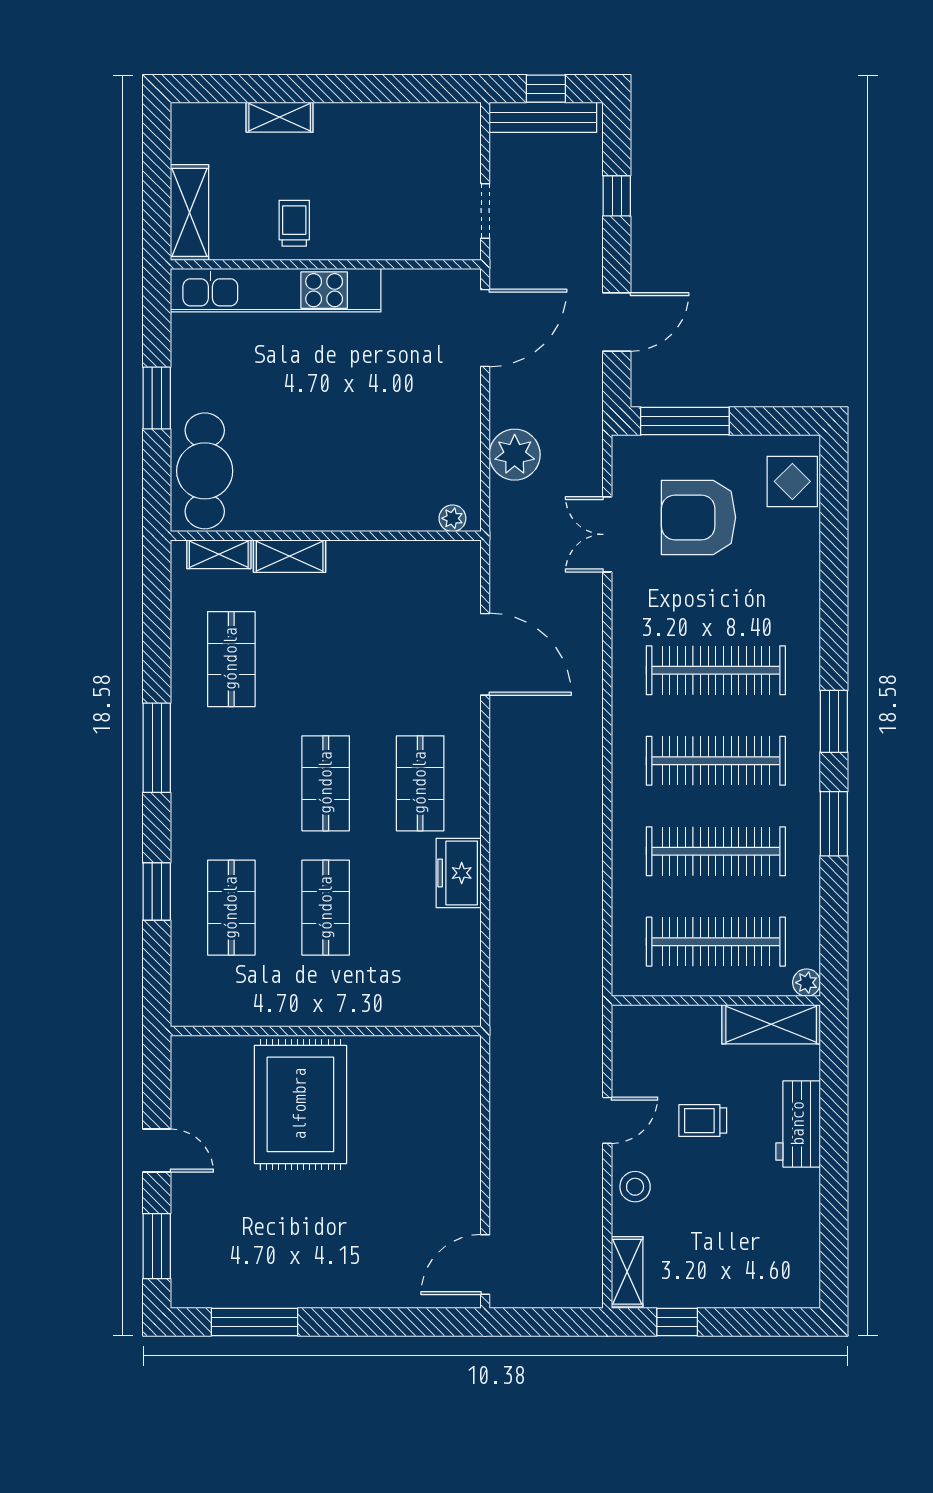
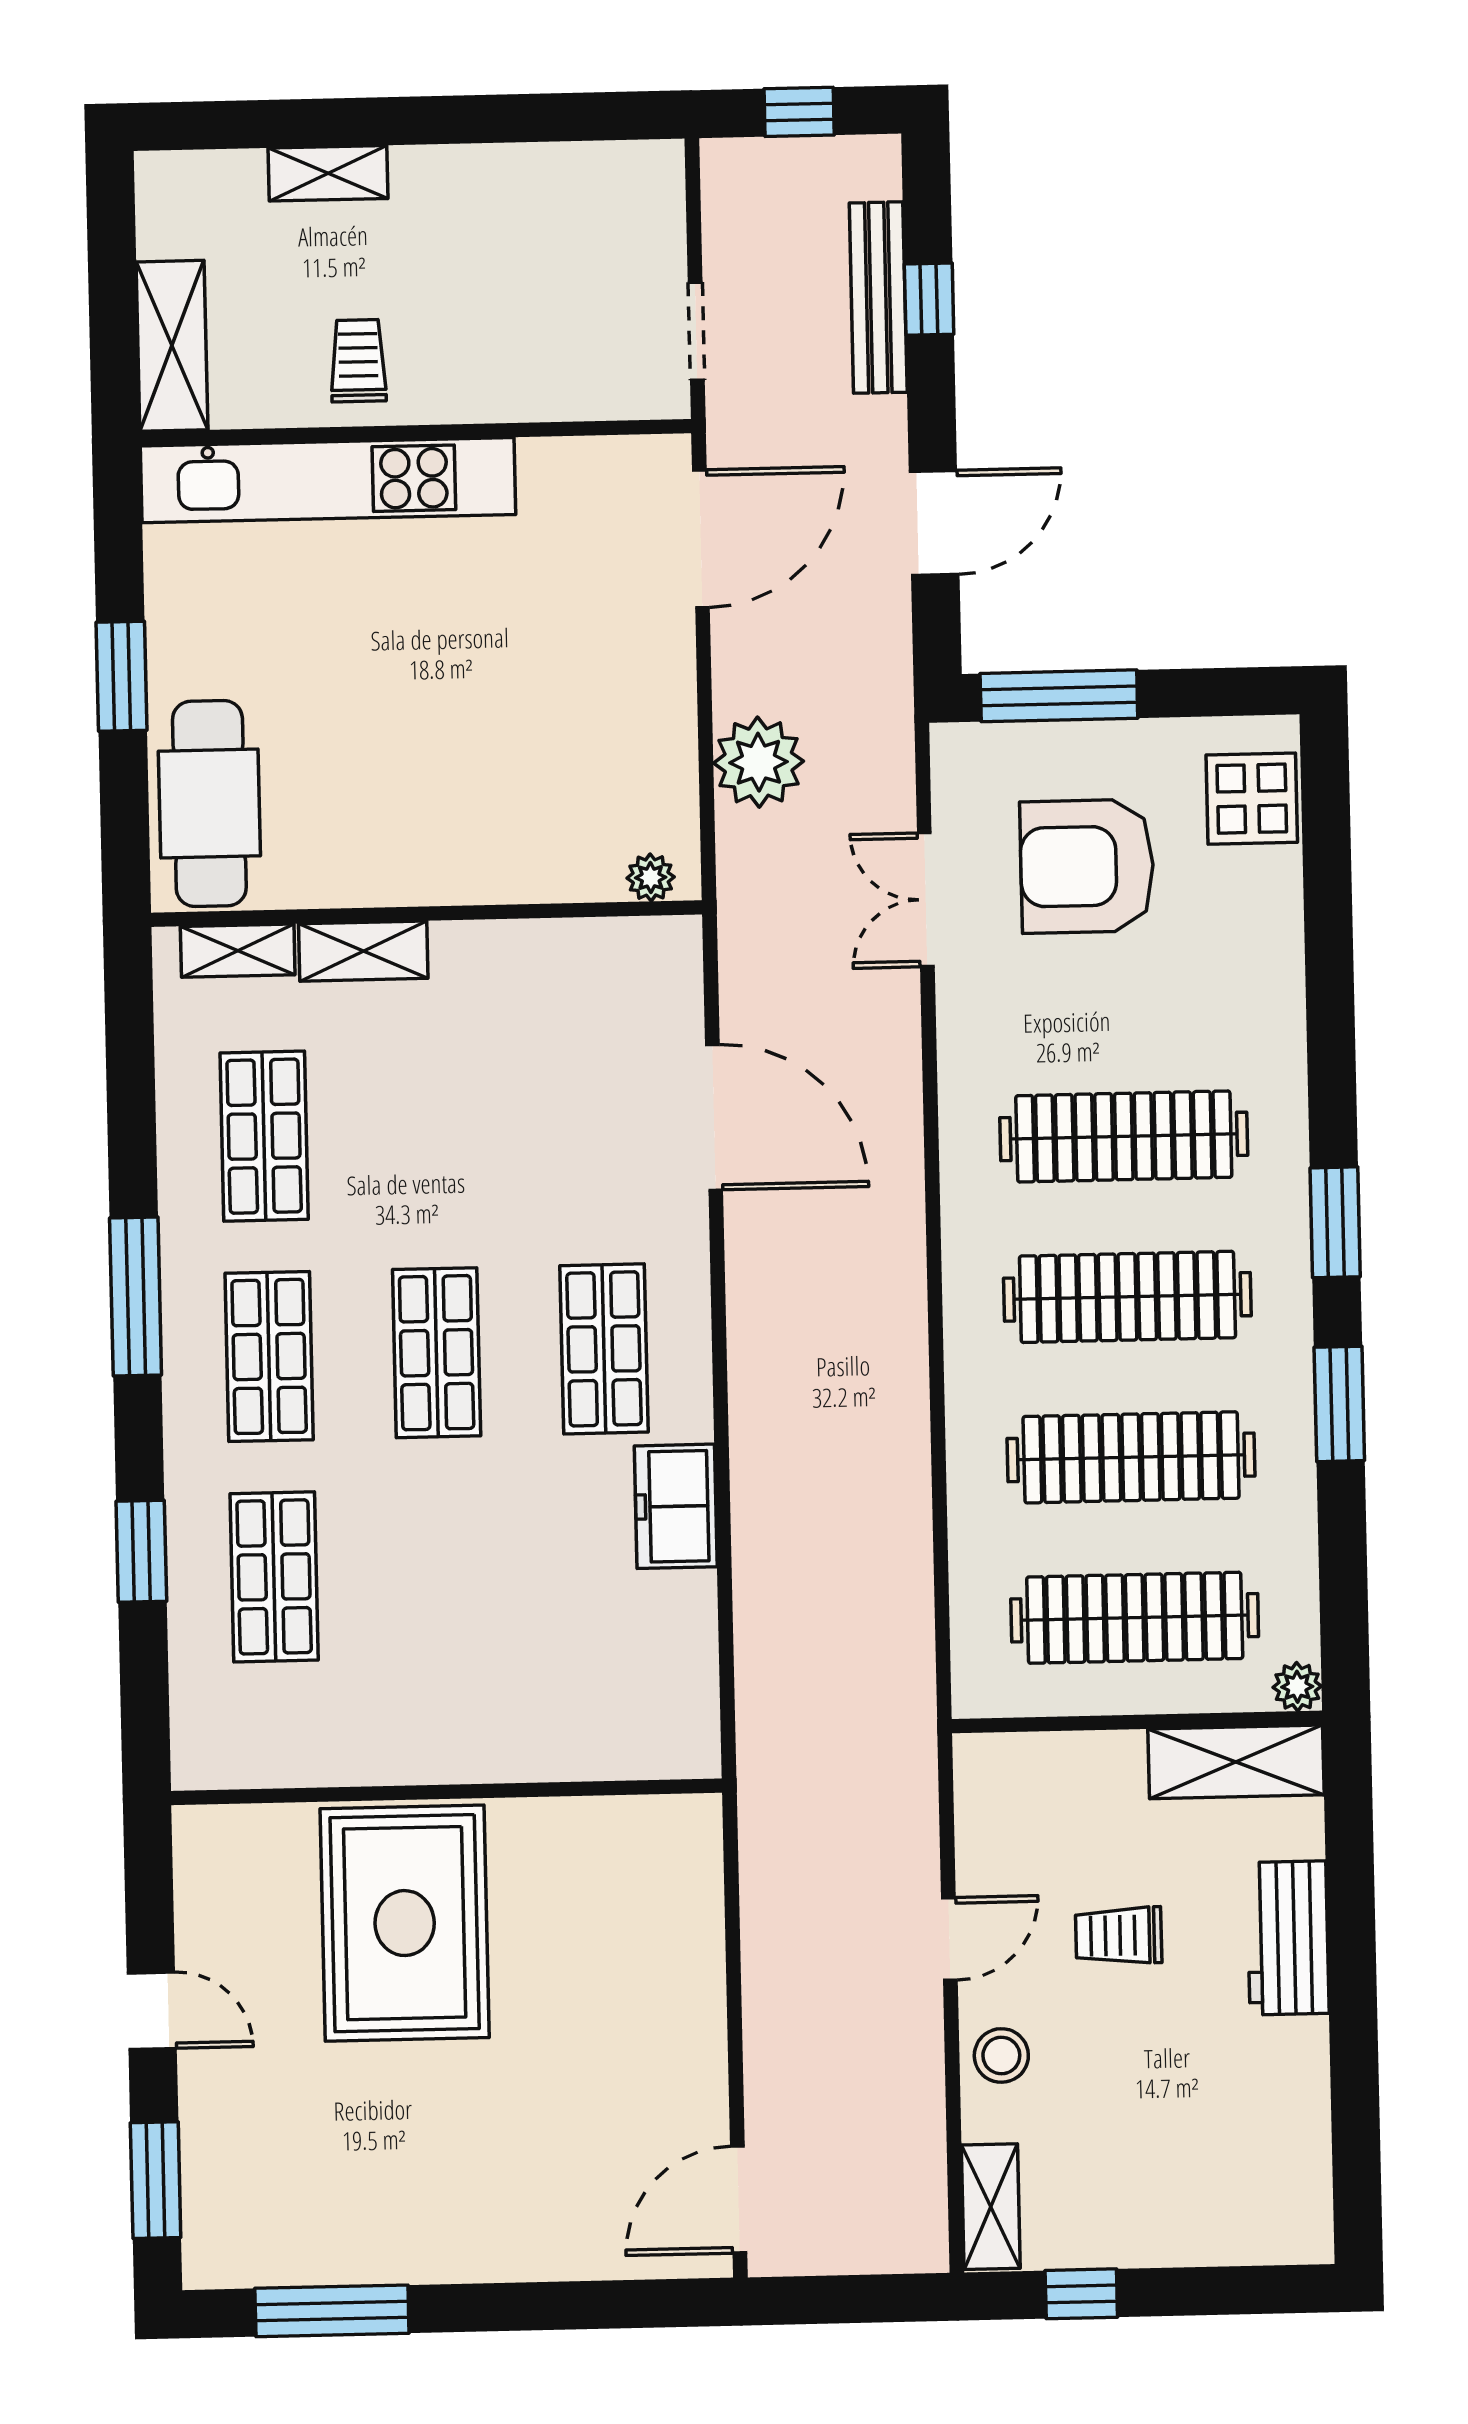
bench: (543, 117) -> (878, 298), moved, turned 90
shop shelf: (326, 908) -> (269, 1356), moved

